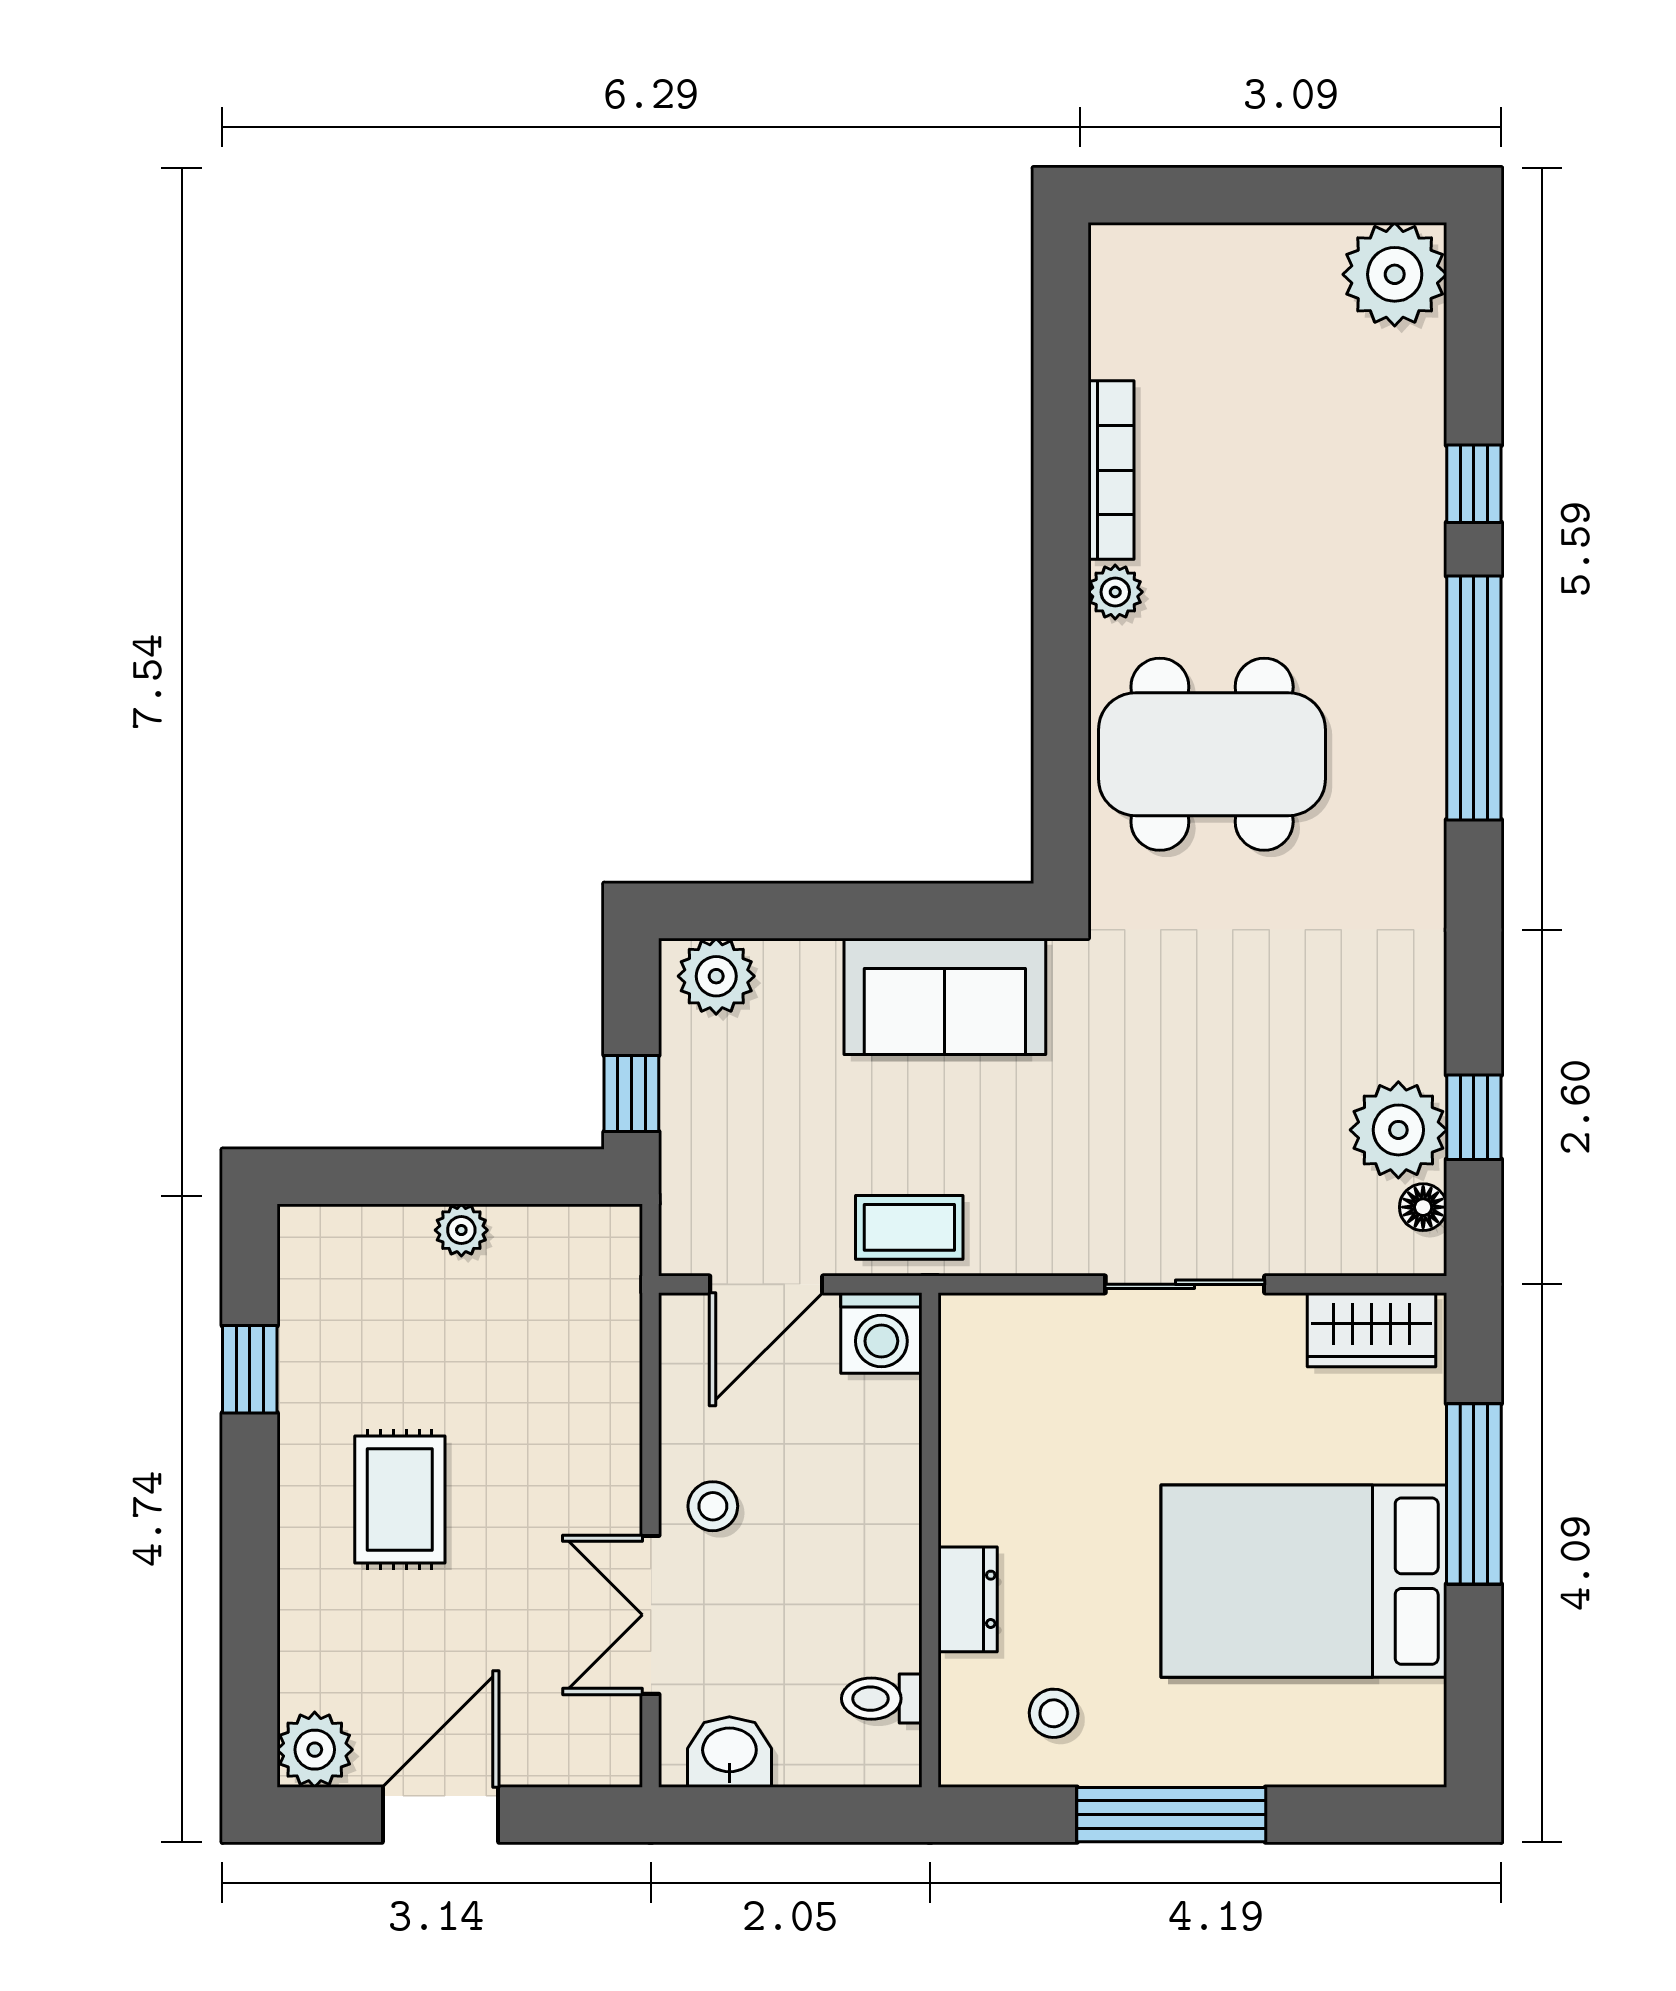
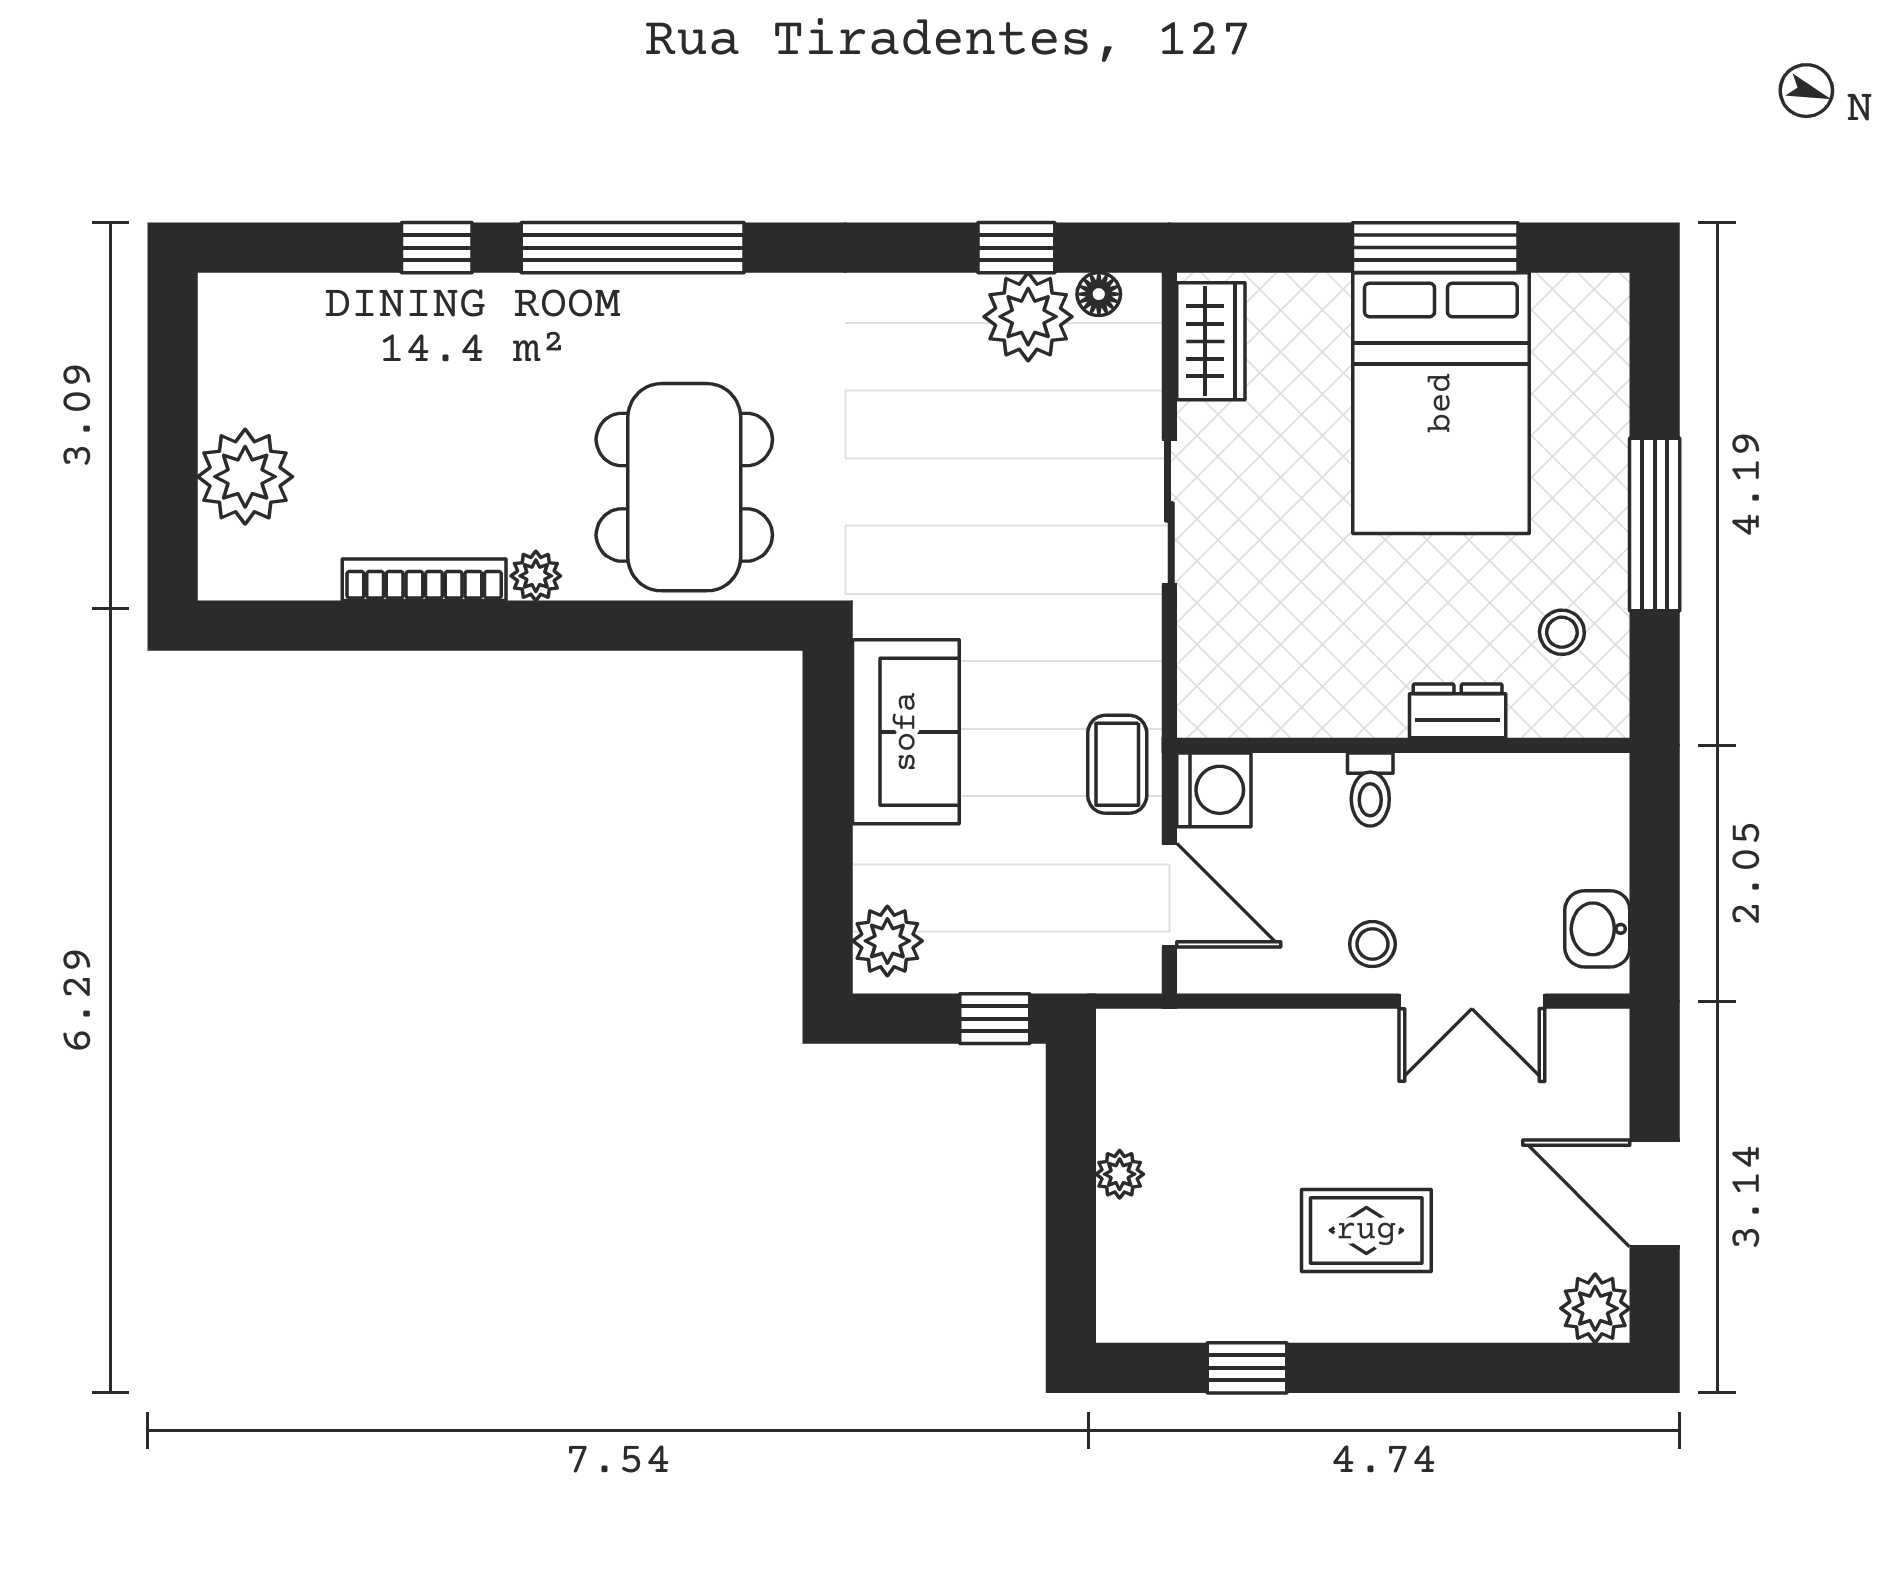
plant: (1395, 274) -> (245, 477), moved
window: (1474, 1494) -> (1435, 248), moved
toilet: (882, 1699) -> (1370, 790), moved

